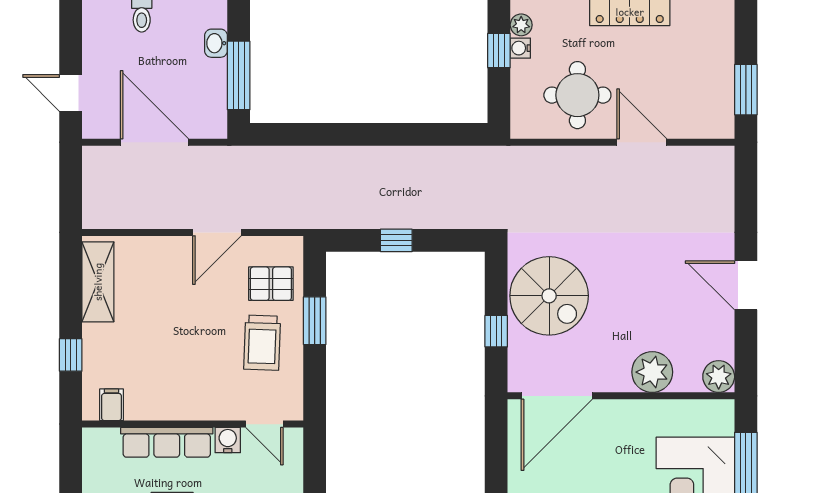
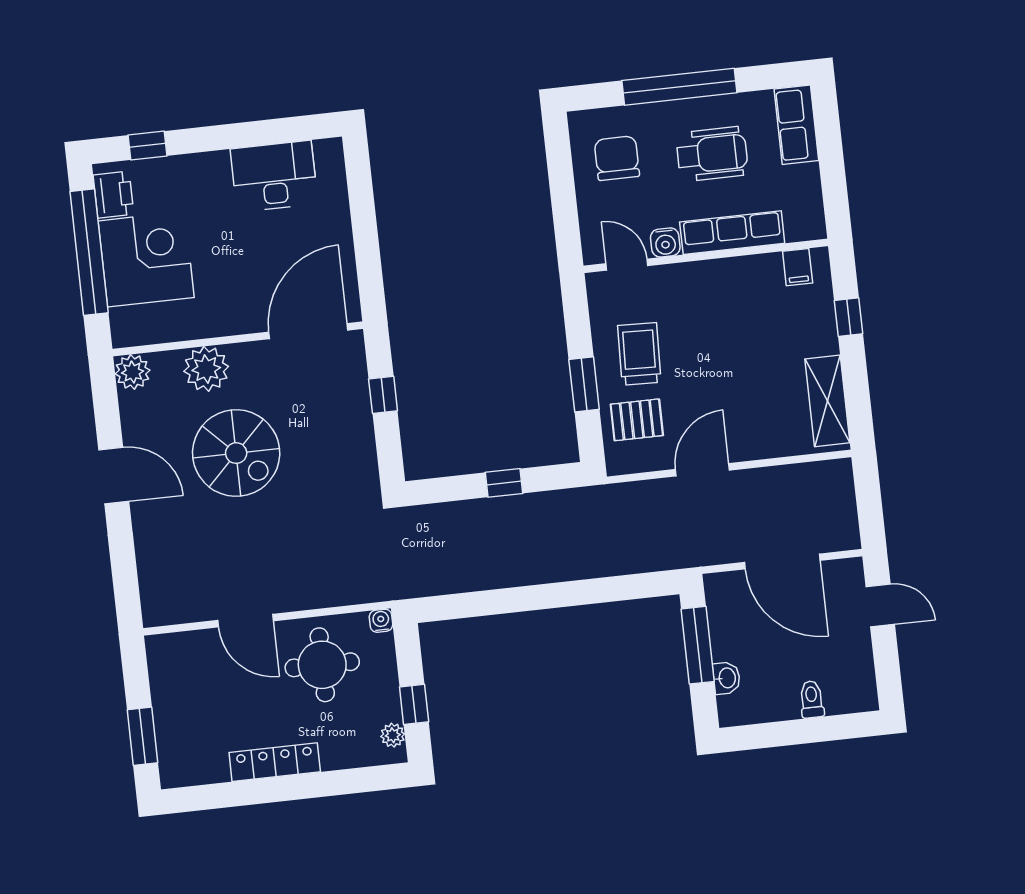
water cooler: (520, 48) -> (381, 621), moved, turned -90
window: (746, 90) -> (143, 736), moved
spiral stairs: (549, 296) -> (236, 453), moved, turned 180

